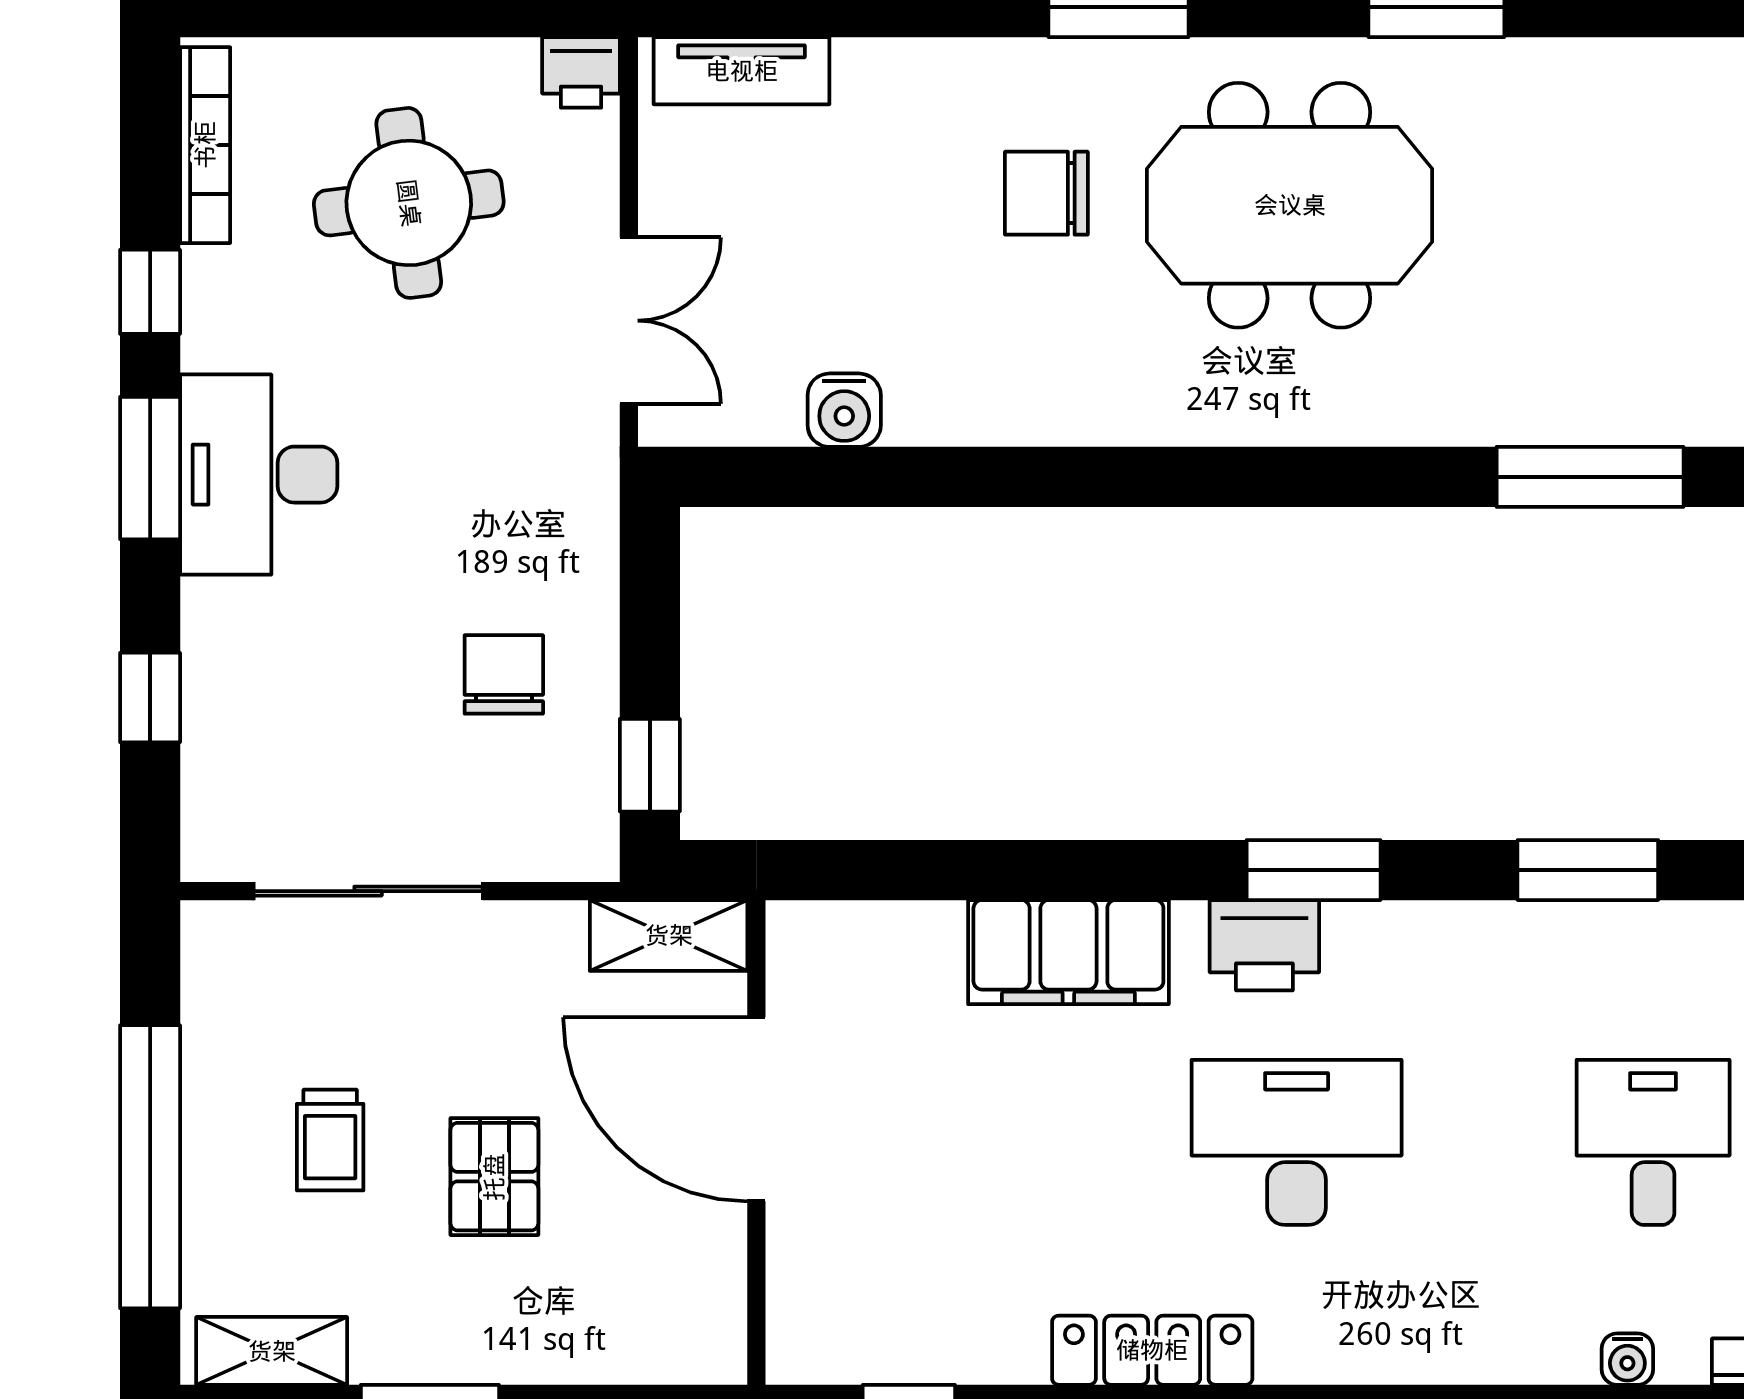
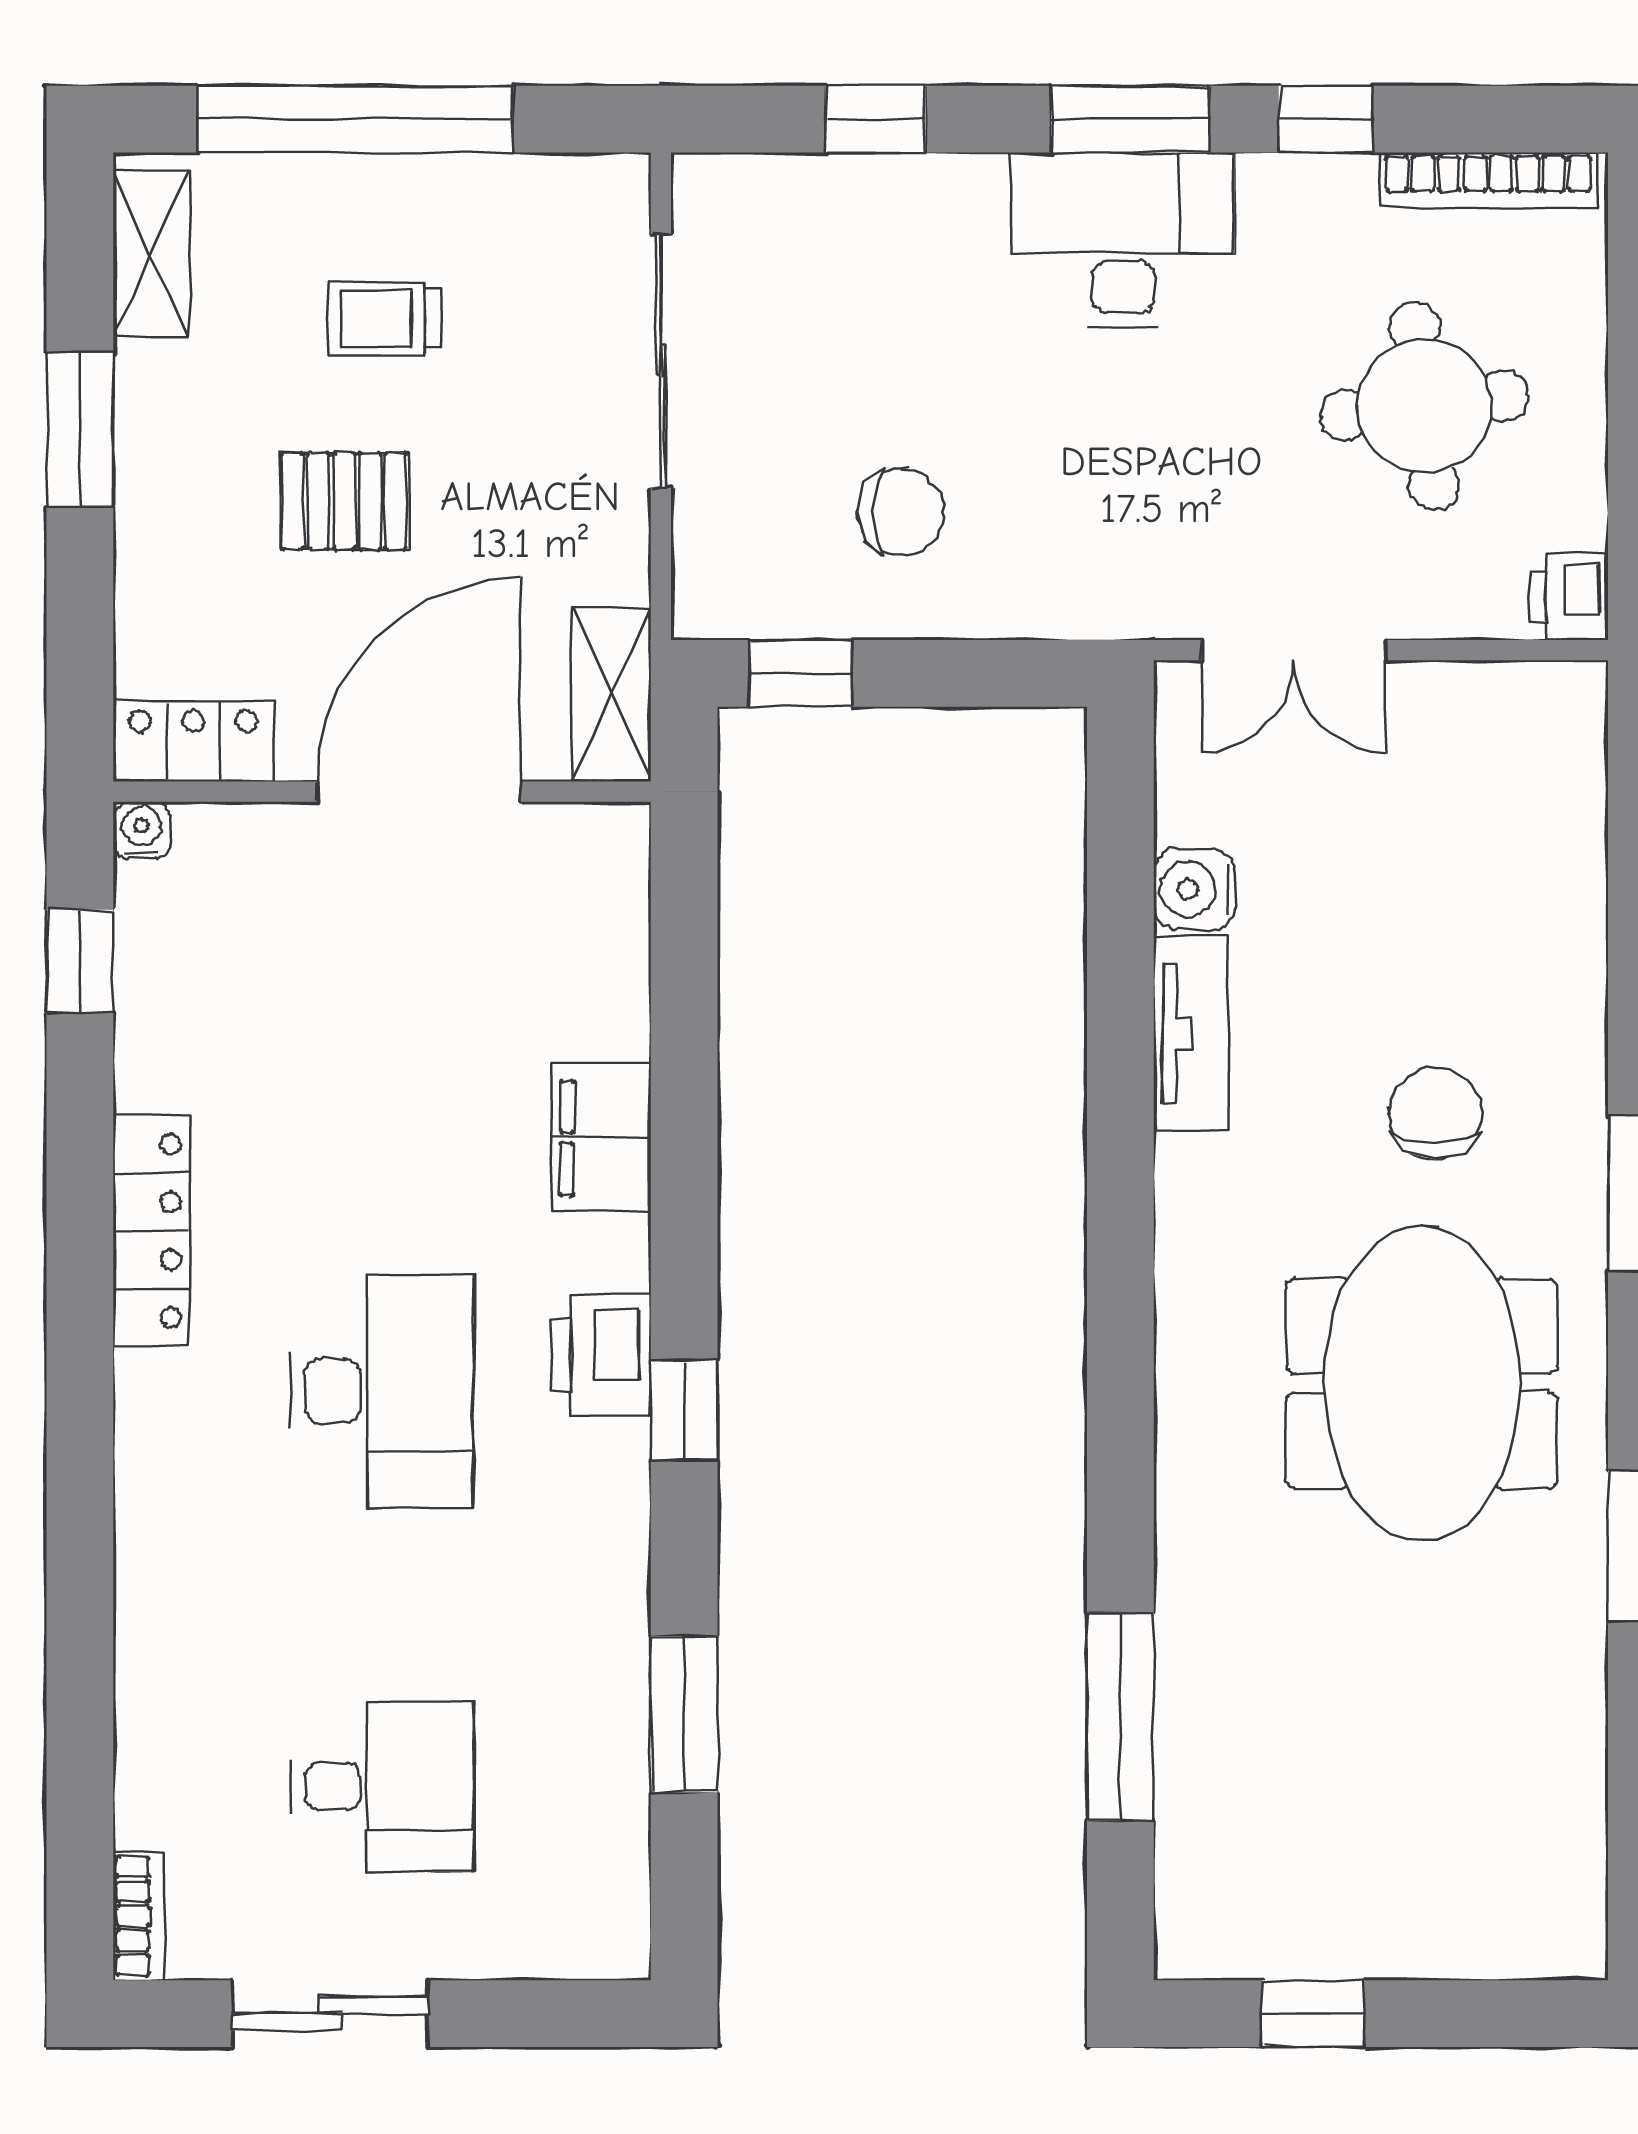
tv unit: (742, 71) -> (1191, 1034), moved, turned 180
window: (1314, 870) -> (684, 1410), width x0.67
filing cabinet: (1068, 952) -> (601, 1138), width x0.67, depth x0.86
locker: (711, 1313) -> (193, 741), added
water cooler: (1627, 1359) -> (142, 830), moved, turned 90

